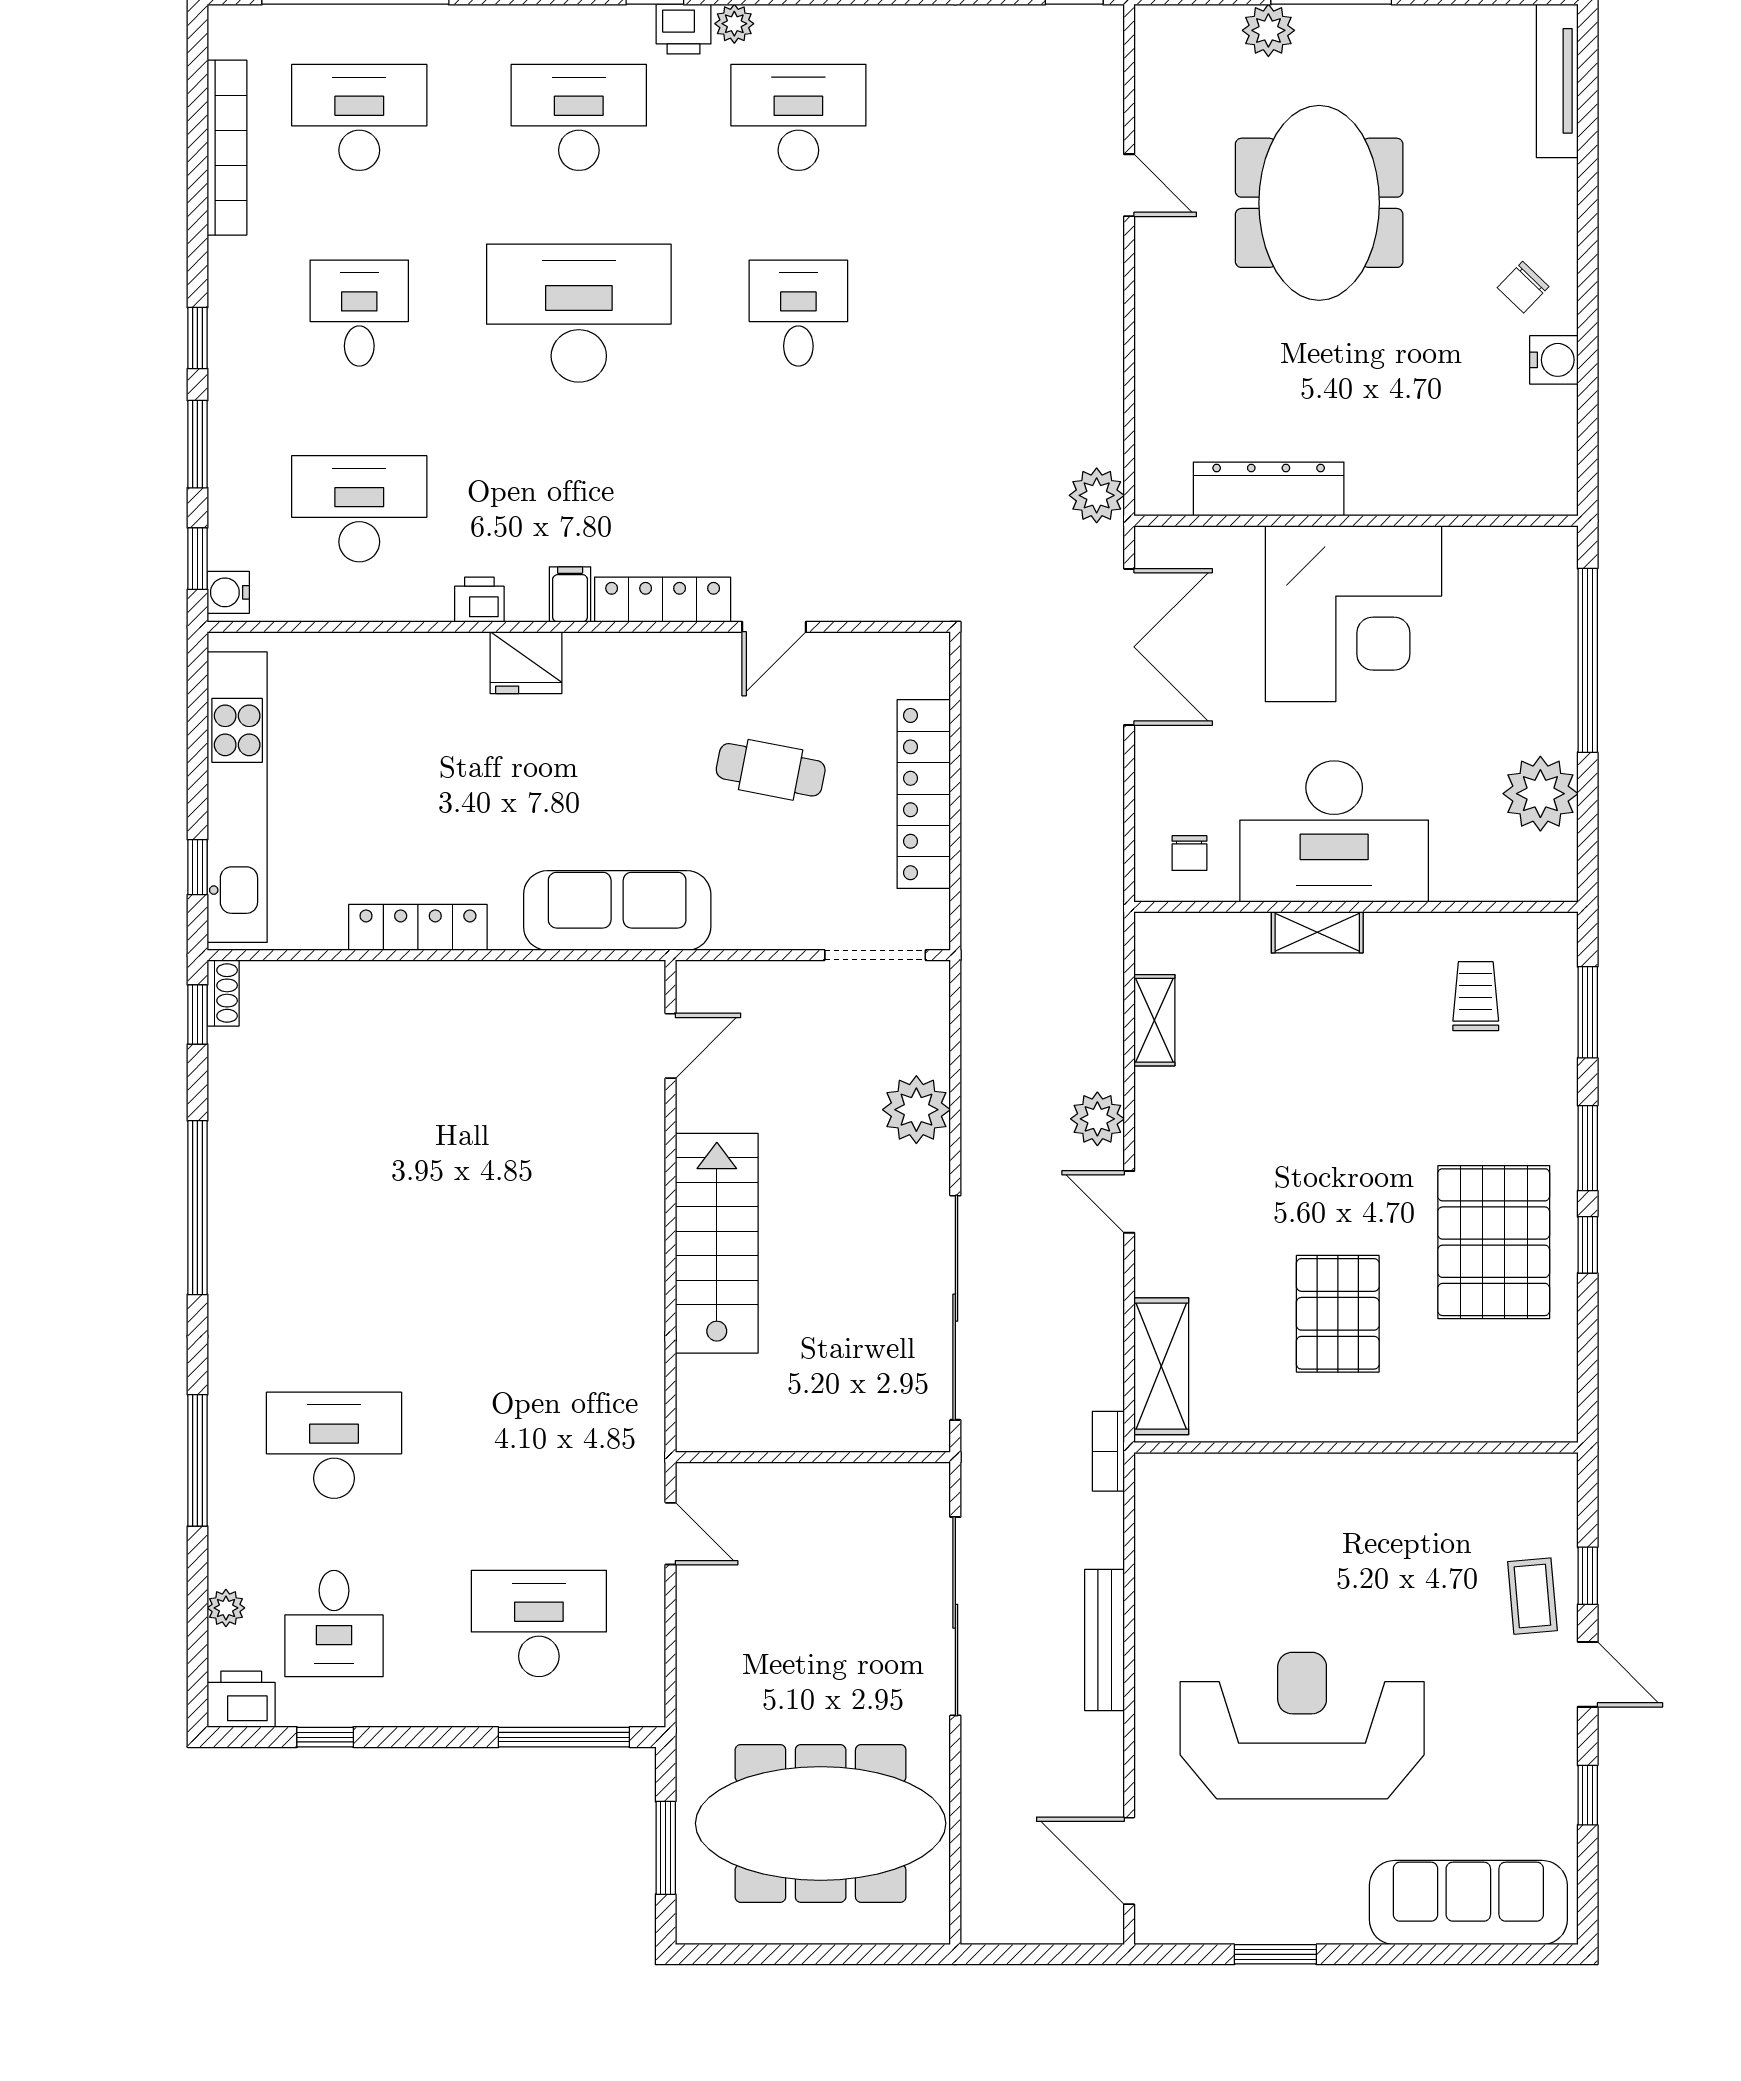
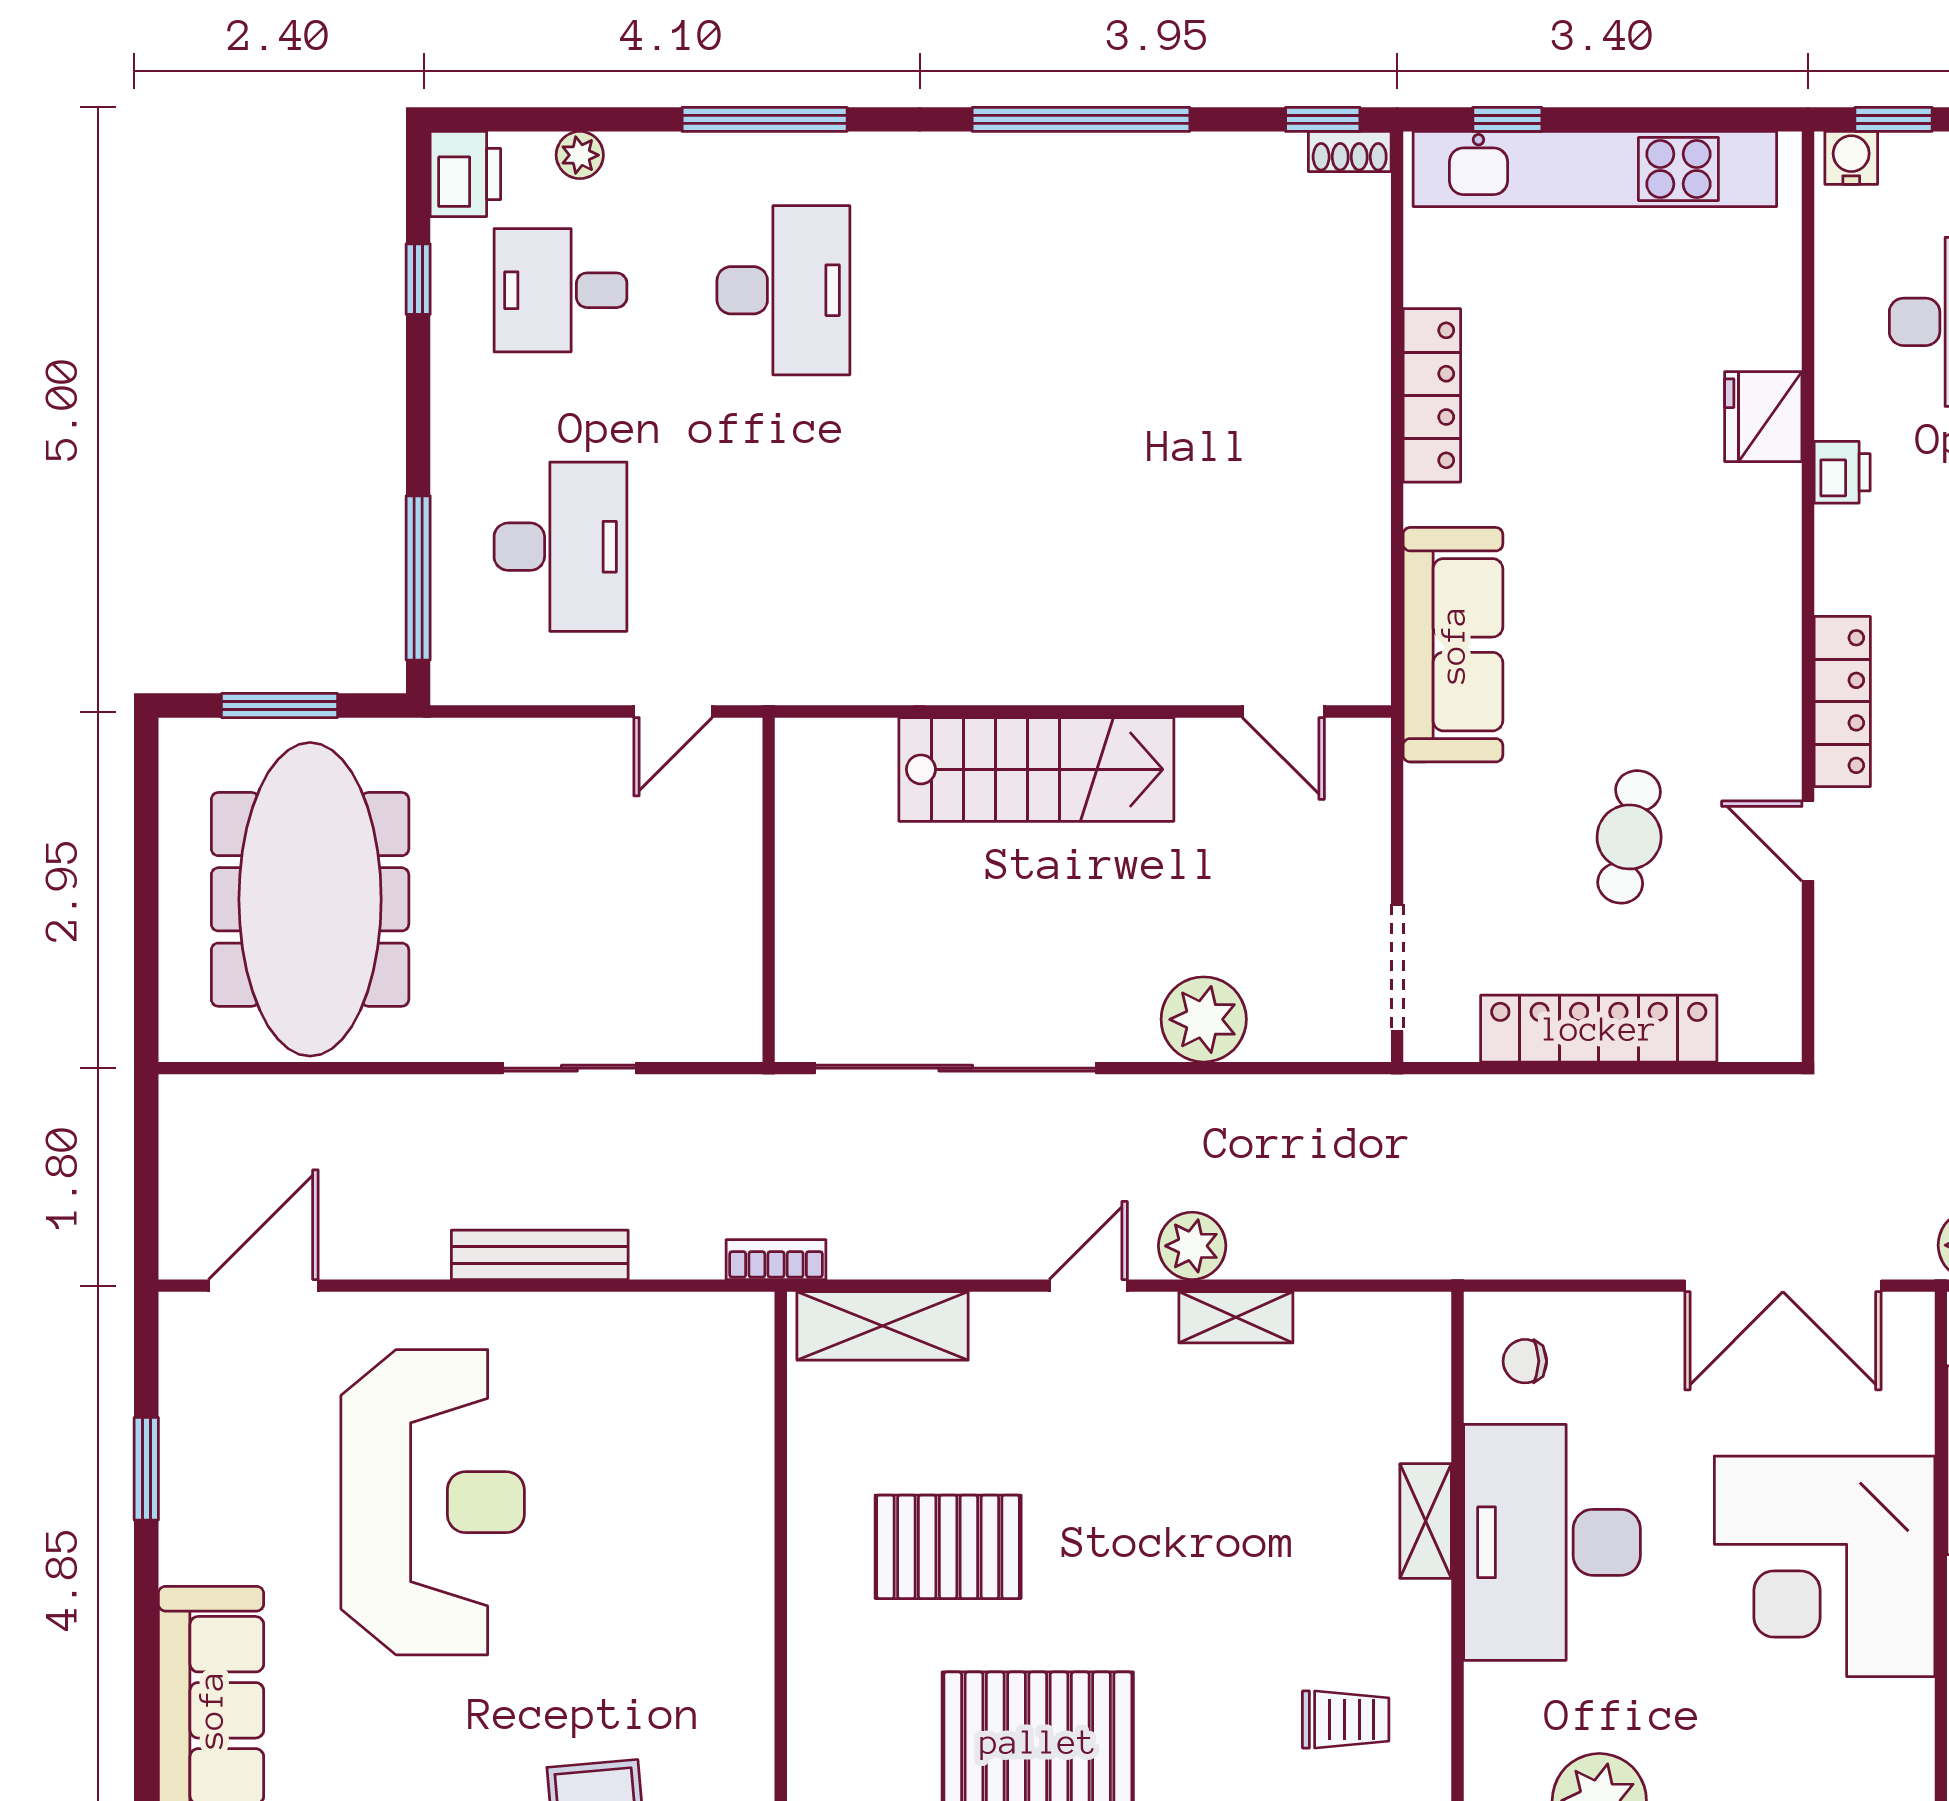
filing cabinet: (570, 594) -> (1849, 586), removed
fridge: (526, 663) -> (1763, 417), moved
shelving: (1154, 1020) -> (1236, 1317), moved
sliding door: (955, 1616) -> (569, 1068), width x0.54

